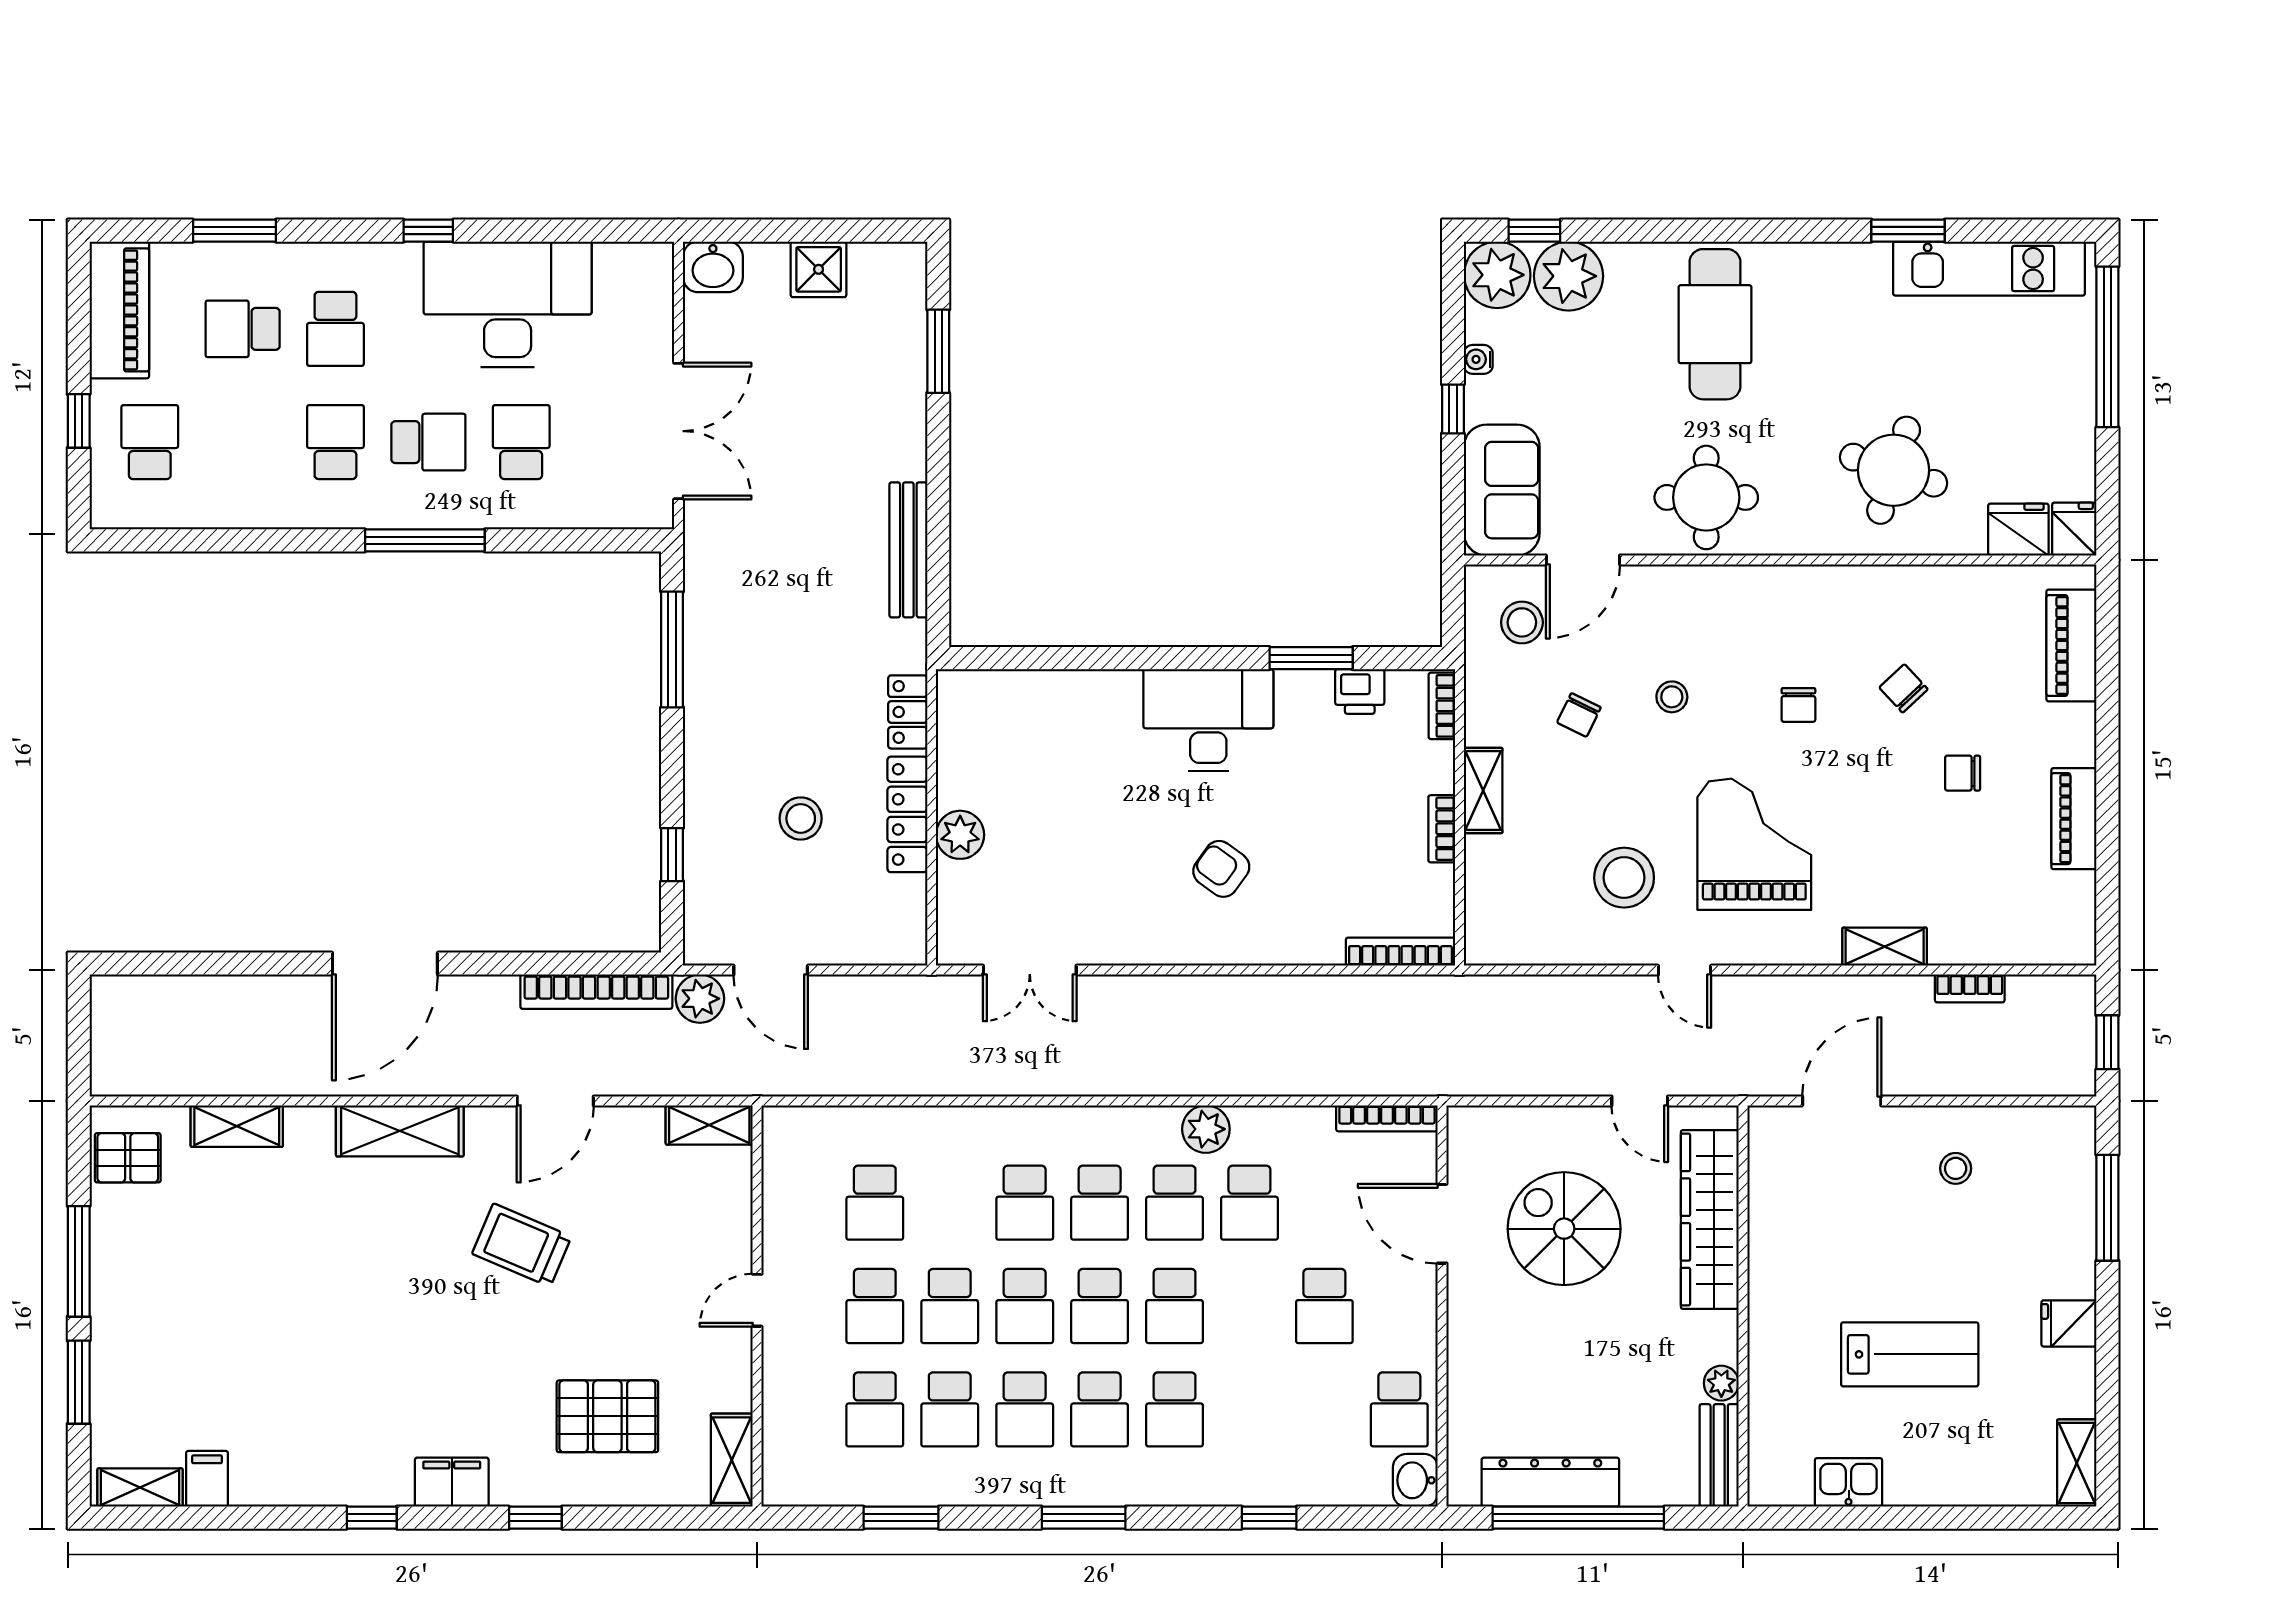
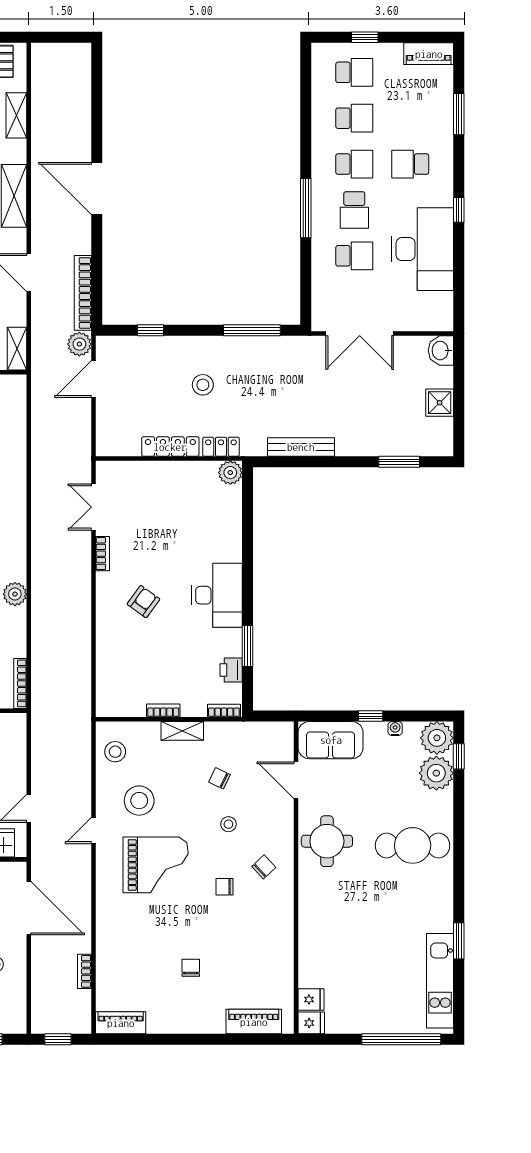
piano: (119, 310) -> (429, 54), width x0.73, depth x0.75
school desk: (243, 329) -> (354, 118), moved, turned 90
round table: (1894, 470) -> (340, 934), removed
fridge: (2018, 530) -> (311, 999), width x0.72
stool: (1522, 622) -> (115, 752), moved
chair: (1903, 688) -> (264, 867), moved
stool: (801, 818) -> (203, 385), moved
piano: (2074, 819) -> (121, 1023), moved
plant: (960, 835) -> (230, 473), moved
shelving: (1885, 947) -> (105, 929), removed
bookcase: (1400, 952) -> (103, 554), moved, width x0.64
door: (1842, 1101) -> (29, 908), width x1.36

